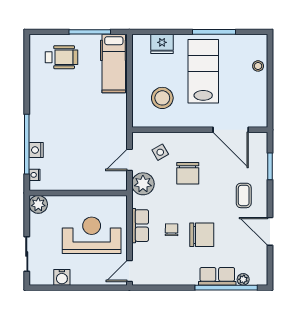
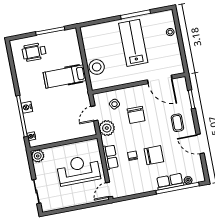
fridge: (162, 44) -> (101, 30), removed
wheelchair: (61, 57) -> (34, 52), turned 180
hospital bed: (114, 64) -> (65, 76), moved, turned 90
stool: (162, 98) -> (97, 67), moved
nightstand: (36, 150) -> (27, 107), moved
water cooler: (62, 277) -> (64, 203), removed

